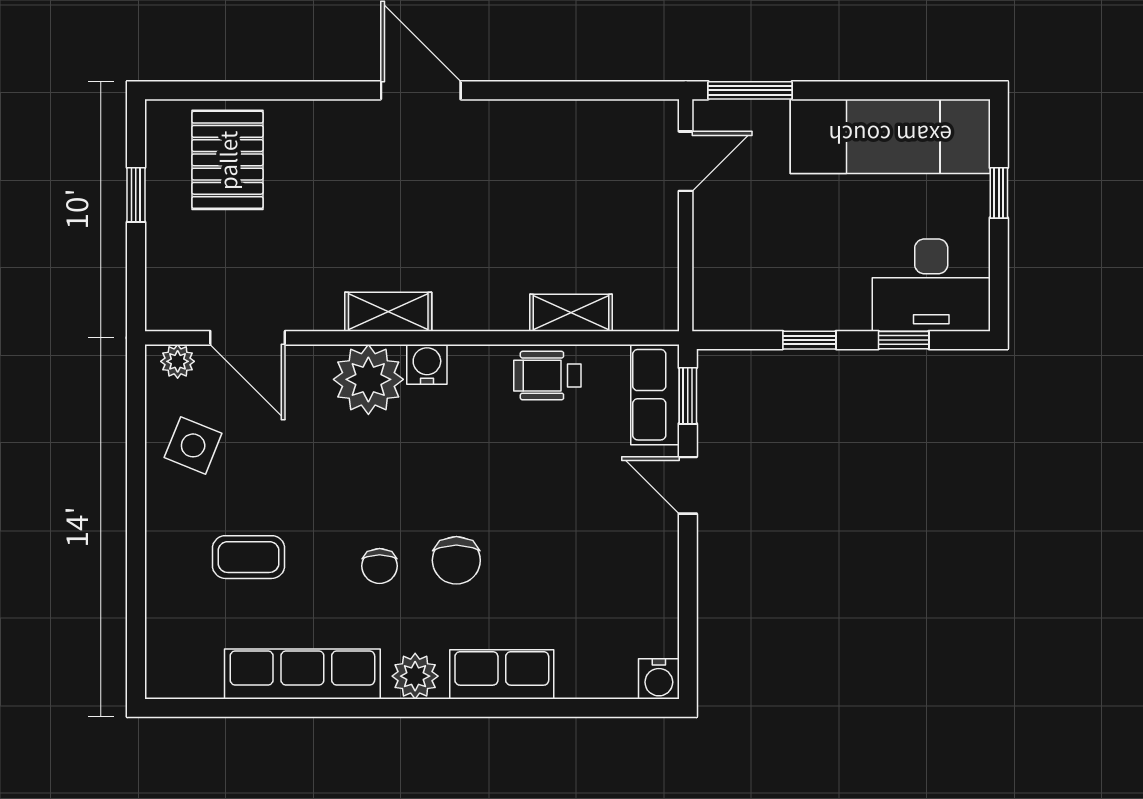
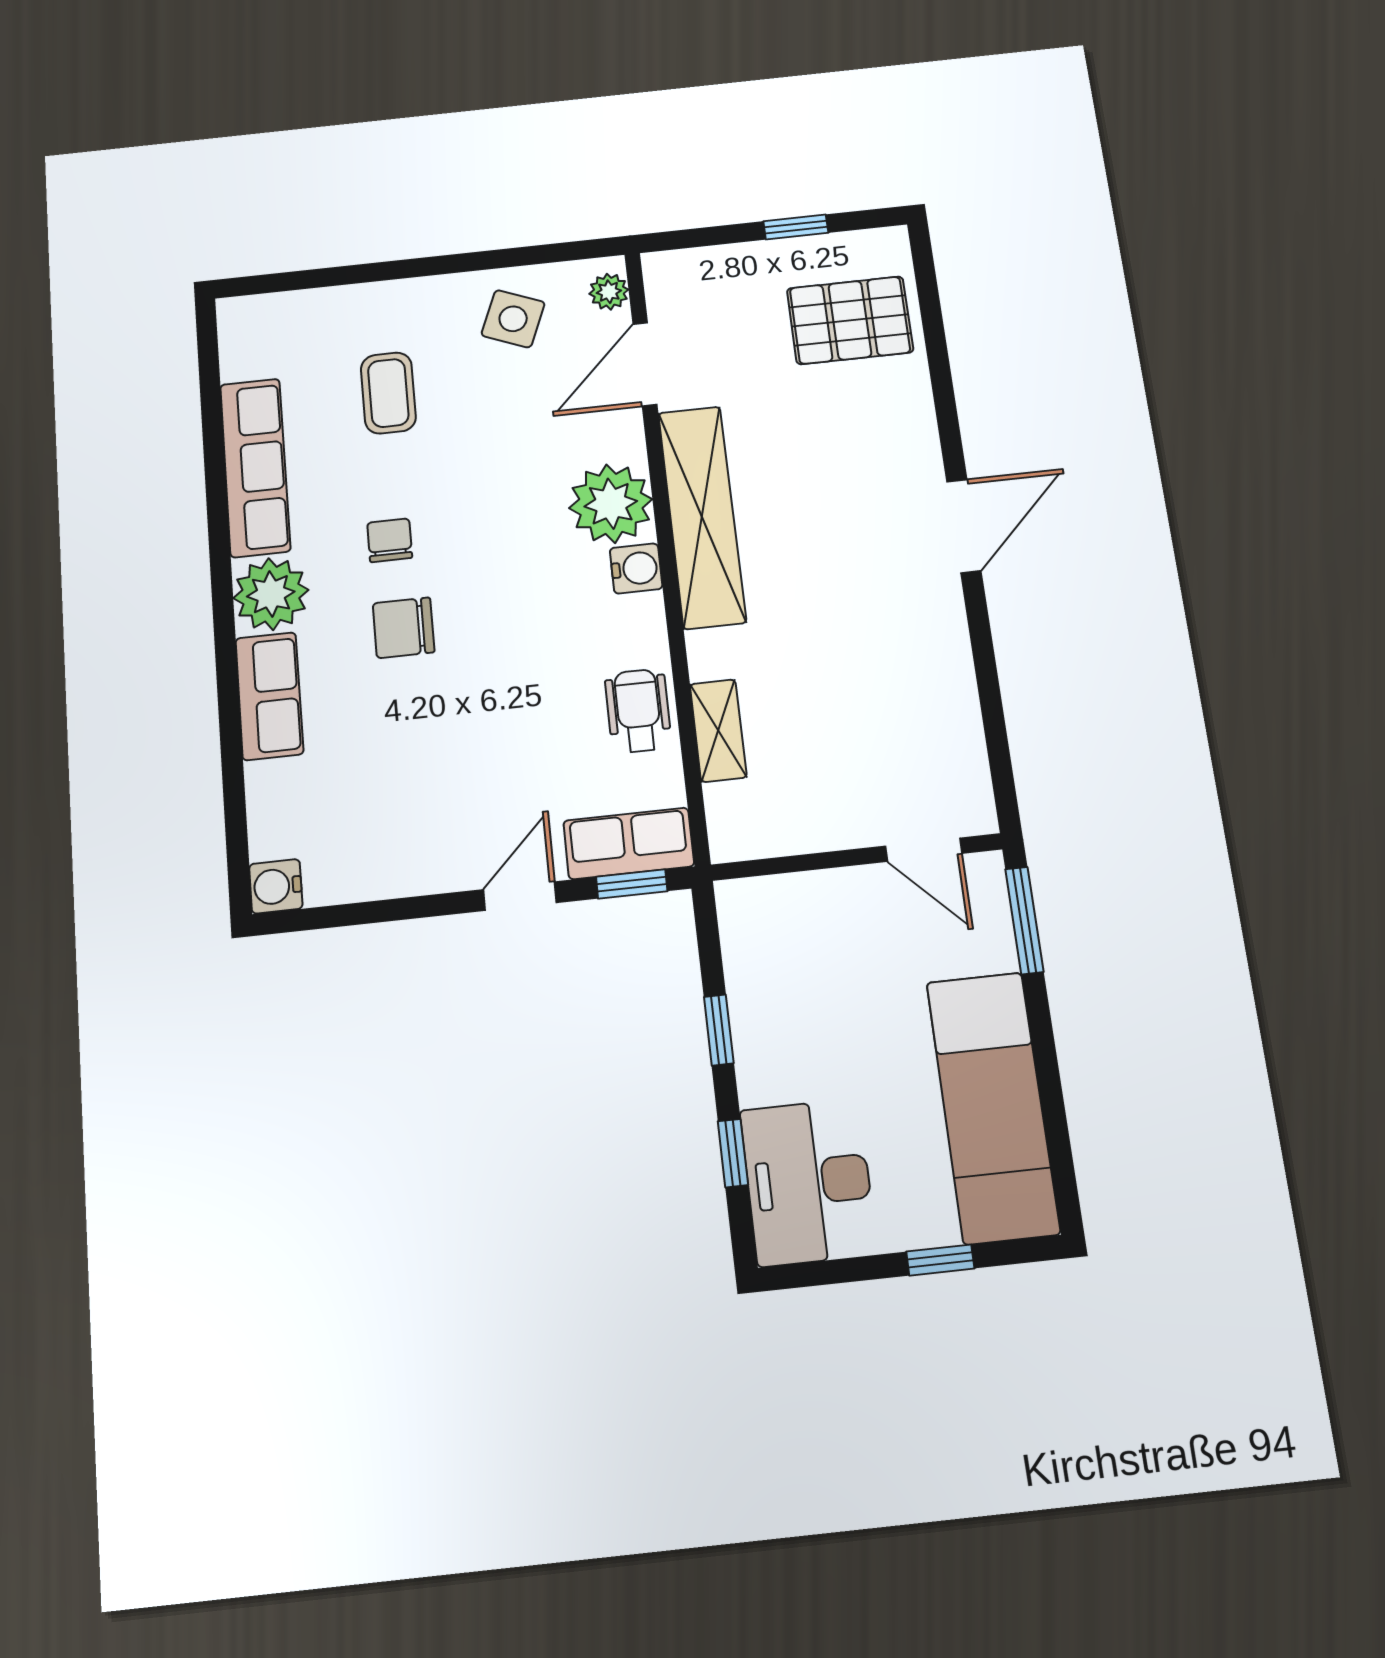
shelving: (388, 312) -> (702, 517), width x2.20, depth x1.33
chair: (380, 566) -> (390, 540), turned 90
plant: (415, 676) -> (271, 594), width x1.36, depth x1.36

